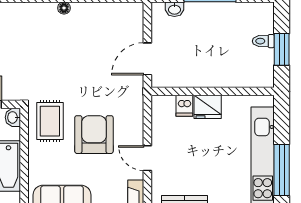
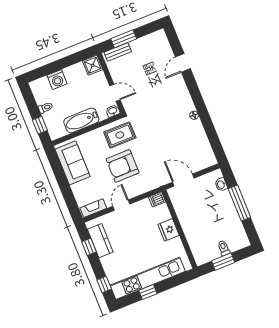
dishwasher: (184, 106) -> (157, 199), moved
armchair: (94, 135) -> (123, 166), turned 180
window: (282, 170) -> (148, 292), width x0.46

